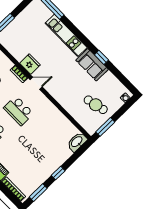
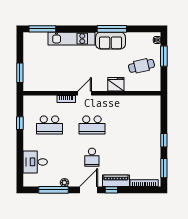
window: (101, 57) -> (112, 29), width x2.17
fridge: (30, 64) -> (116, 84), moved
window: (105, 127) -> (164, 56), moved
washbasin: (77, 142) -> (155, 105), removed

